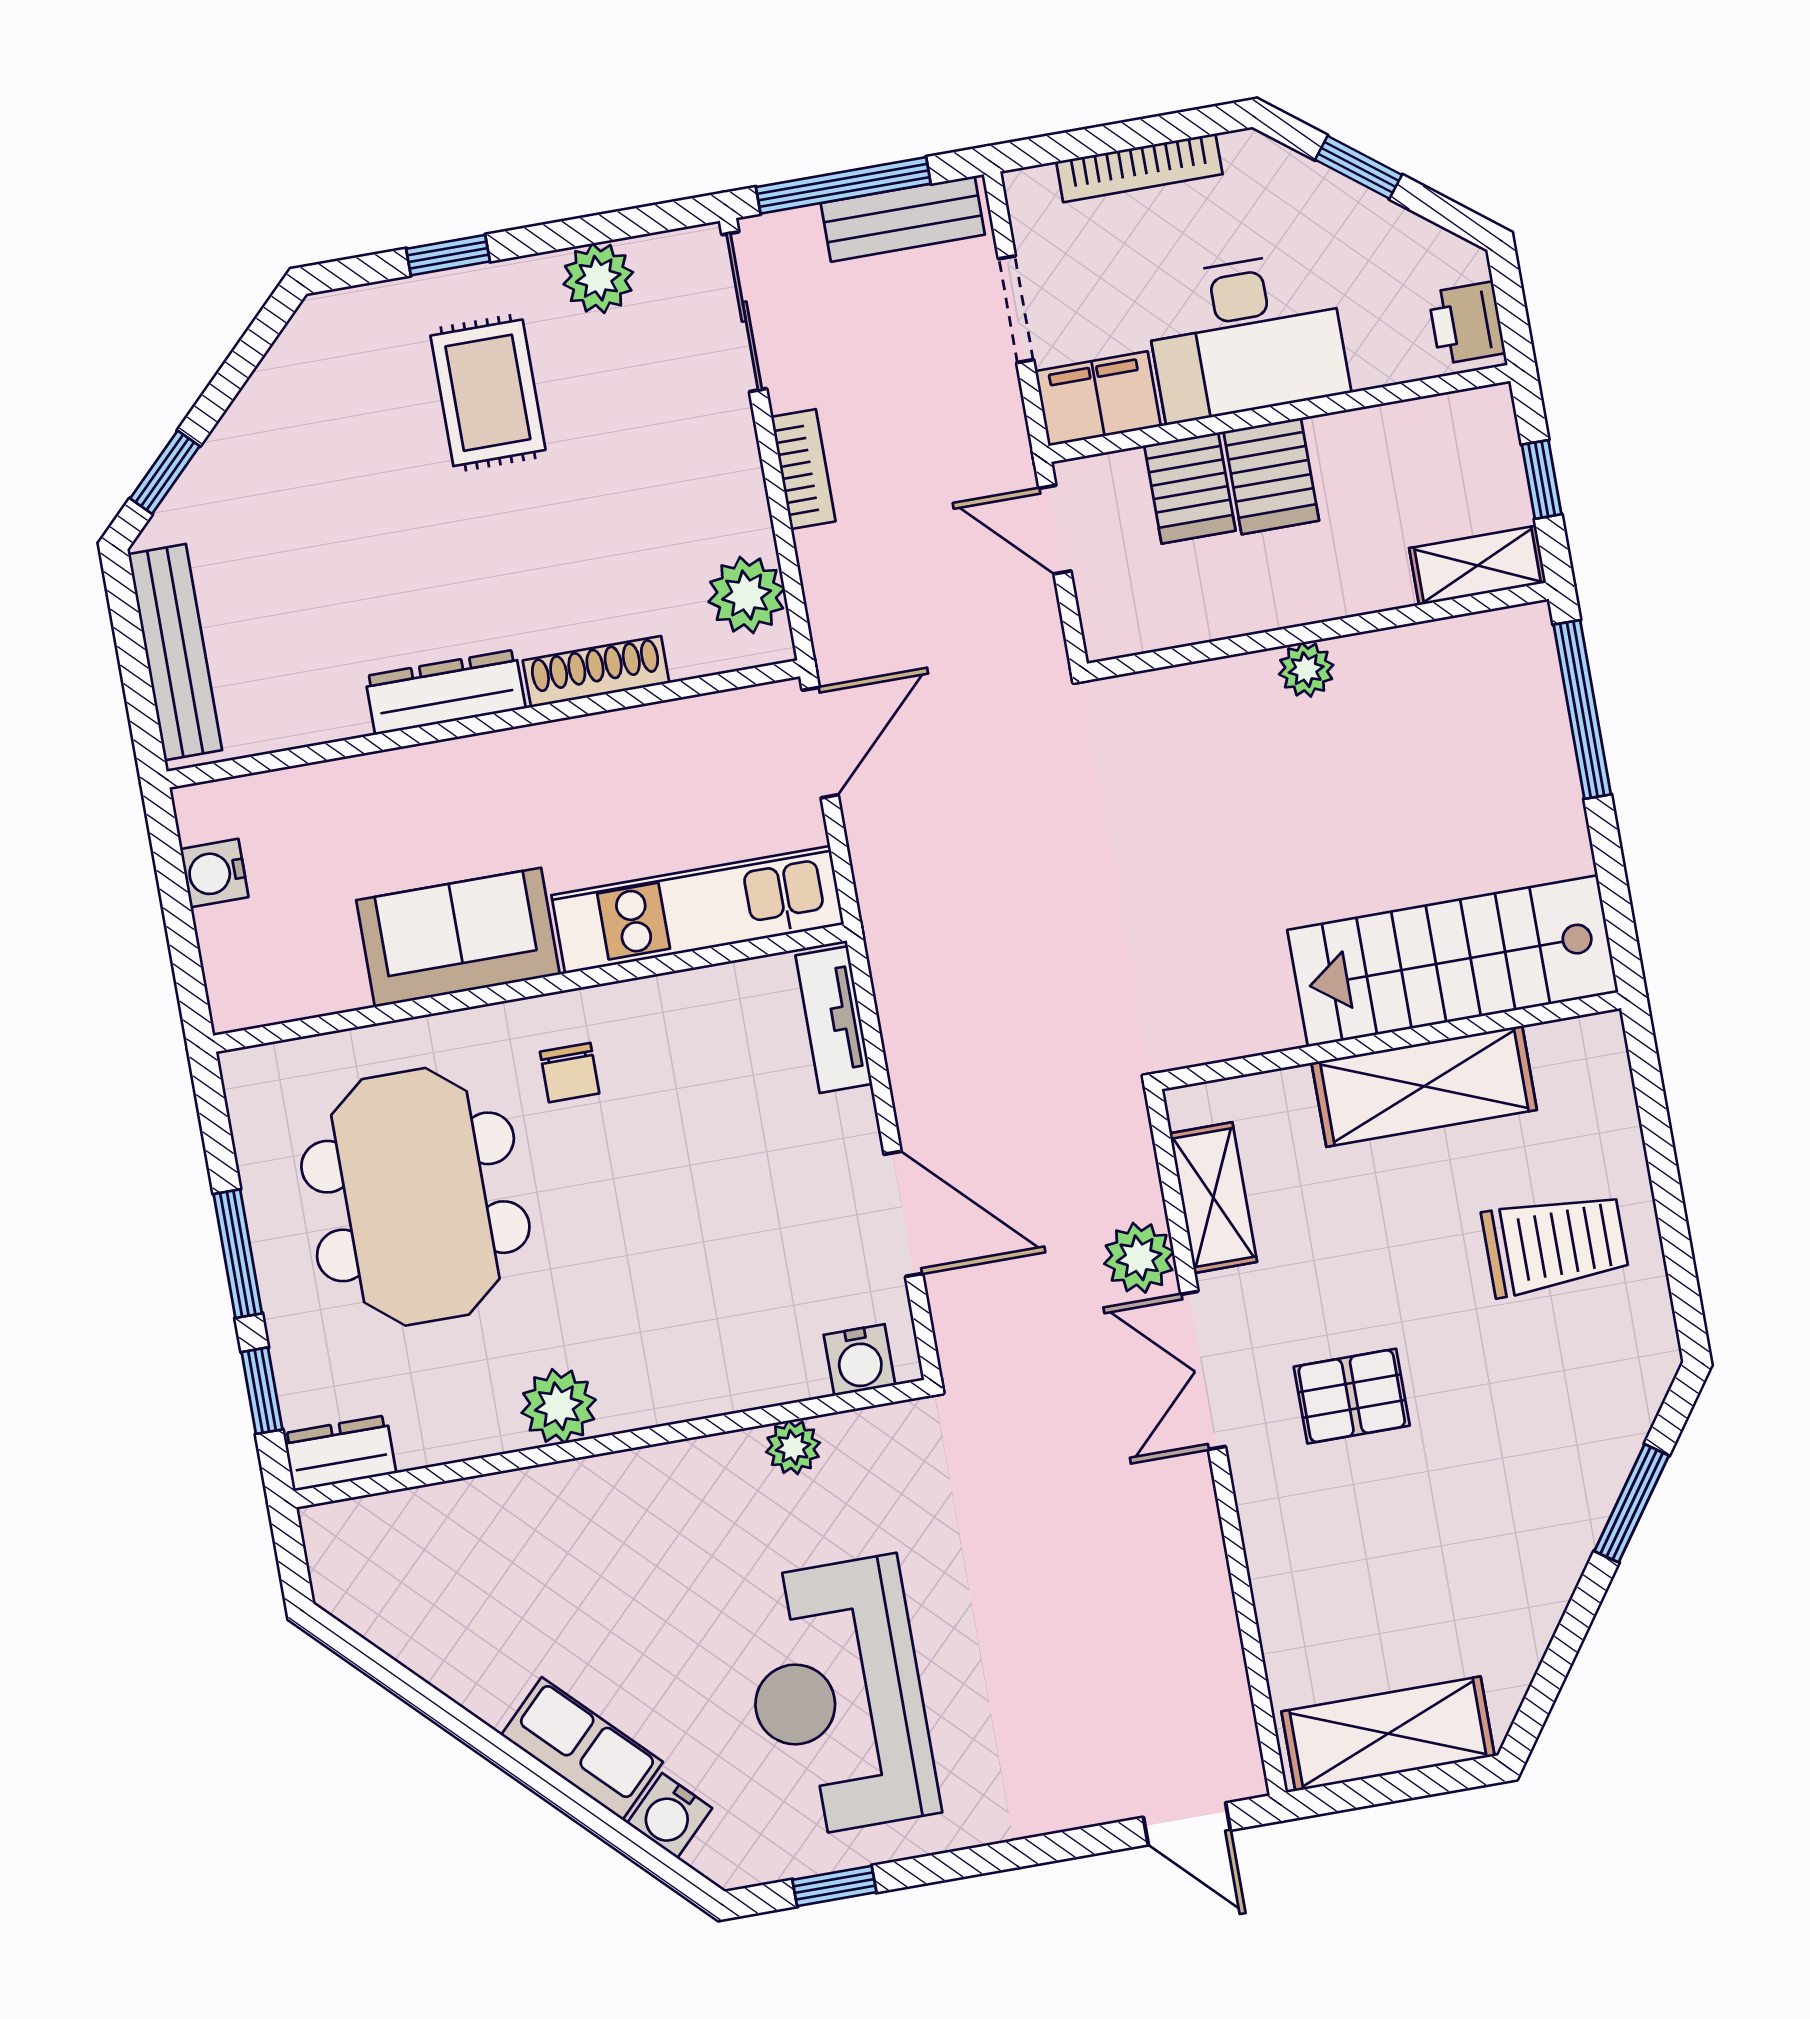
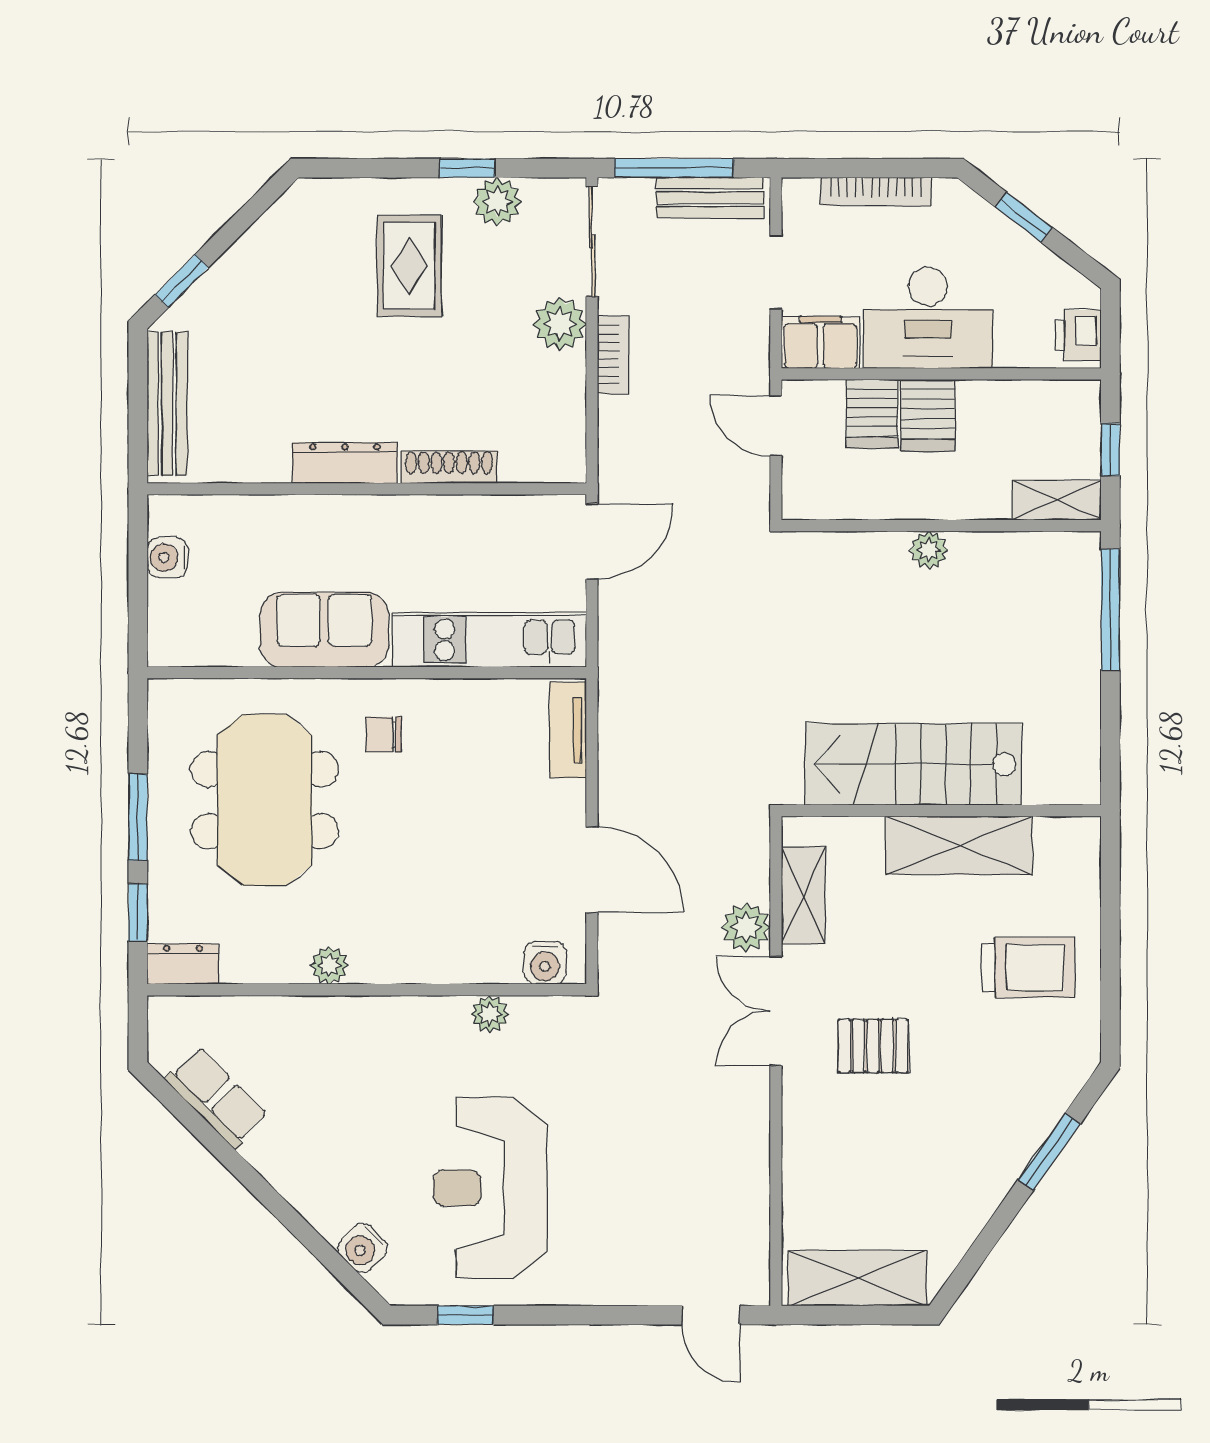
window: (448, 255) -> (467, 168), moved
plant: (747, 595) -> (560, 324), moved
stairs: (1453, 961) -> (913, 764), moved
chair: (570, 1073) -> (384, 734), turned 90
plant: (559, 1406) -> (329, 965), width x0.73, depth x0.73
row of seats: (582, 1749) -> (217, 1098), moved

